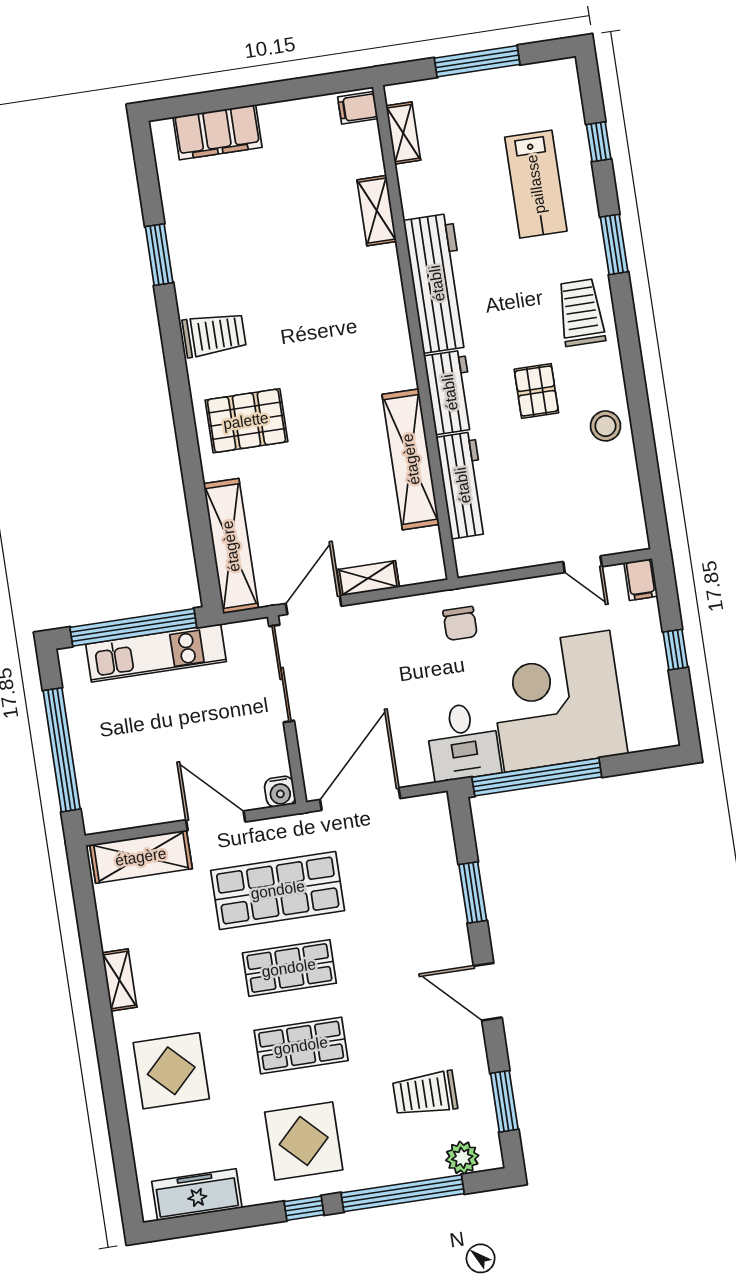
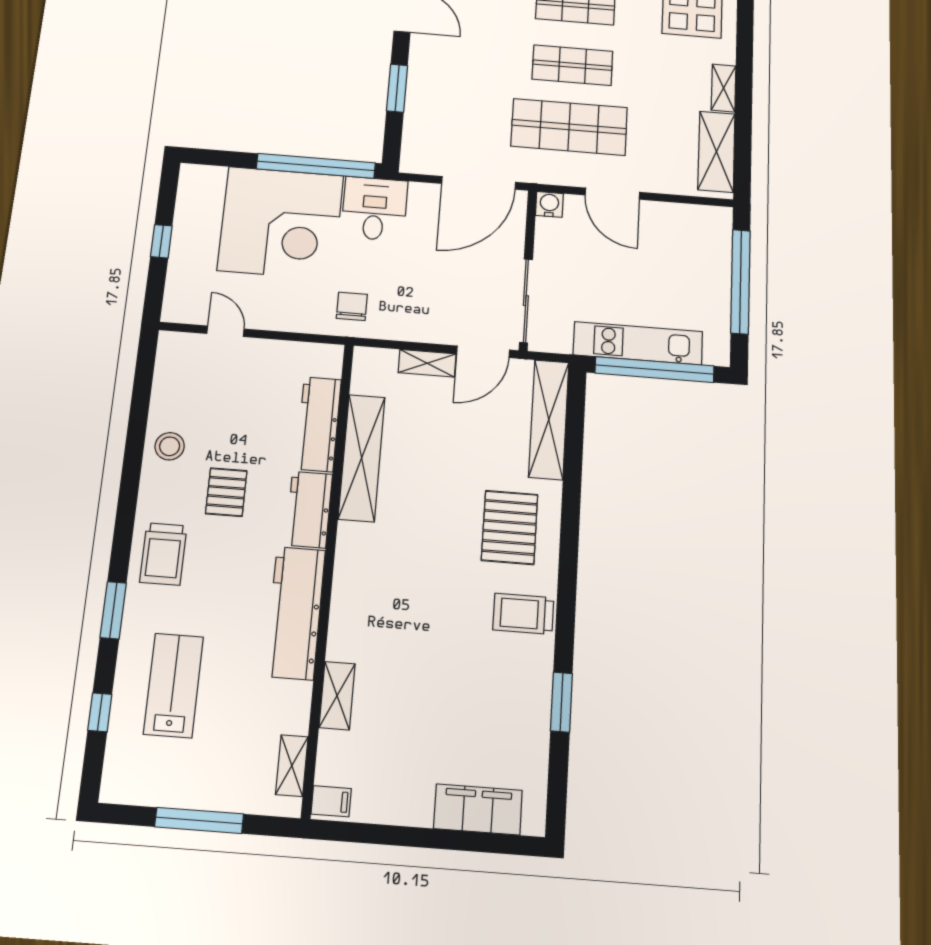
pallet: (246, 421) -> (510, 527), turned 90
filing cabinet: (641, 579) -> (176, 306), removed
shelving: (141, 857) -> (716, 152), moved, turned 90

